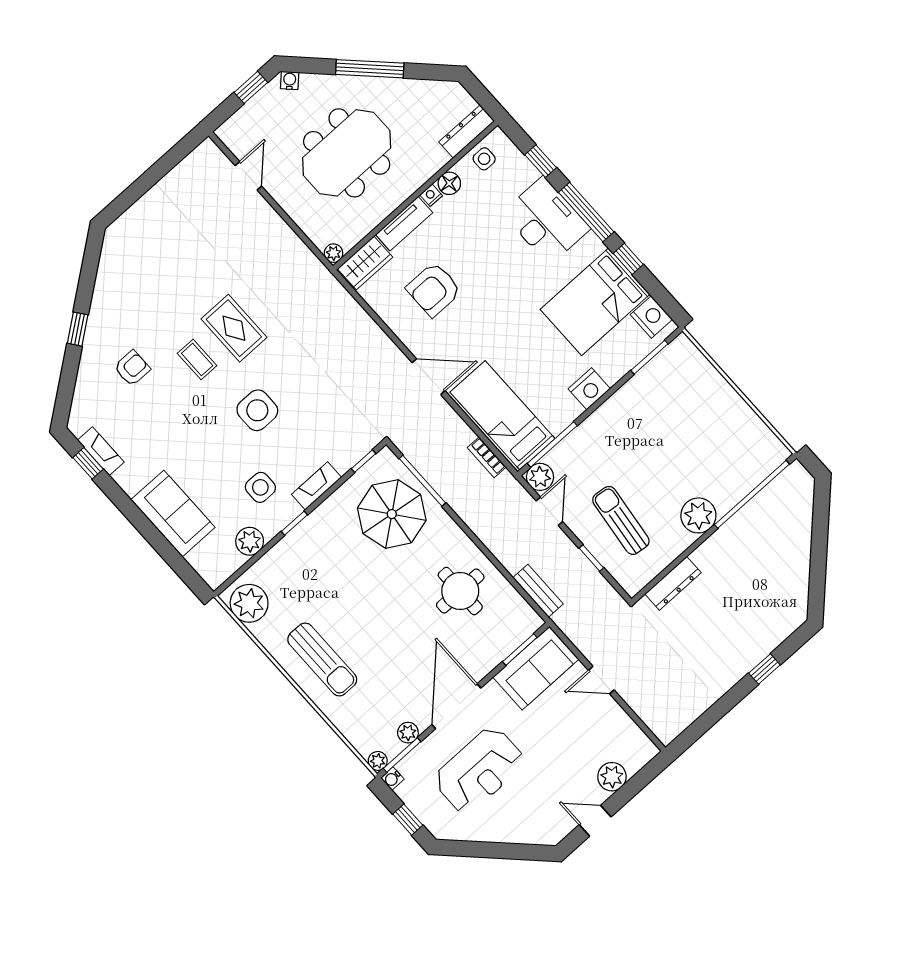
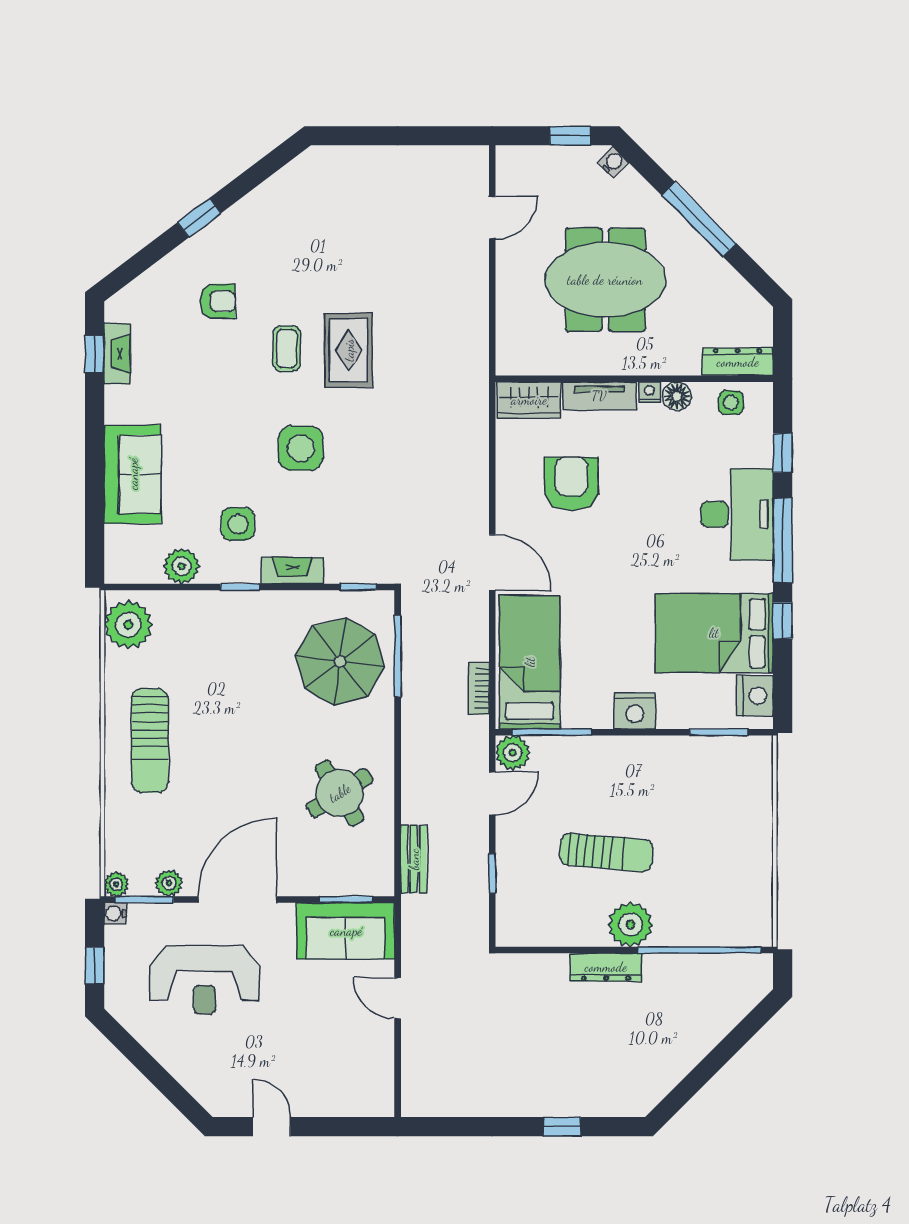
plant: (333, 253) -> (507, 364), removed
armchair: (434, 289) -> (572, 484), turned 90
sun lounger: (621, 520) -> (606, 852), moved, turned 88
dresser: (673, 583) -> (606, 967), moved
round table: (460, 591) -> (340, 793), turned -32
plant: (612, 777) -> (325, 1099), removed

